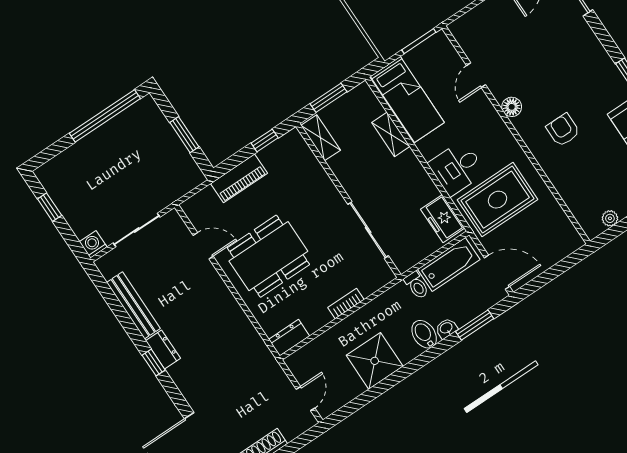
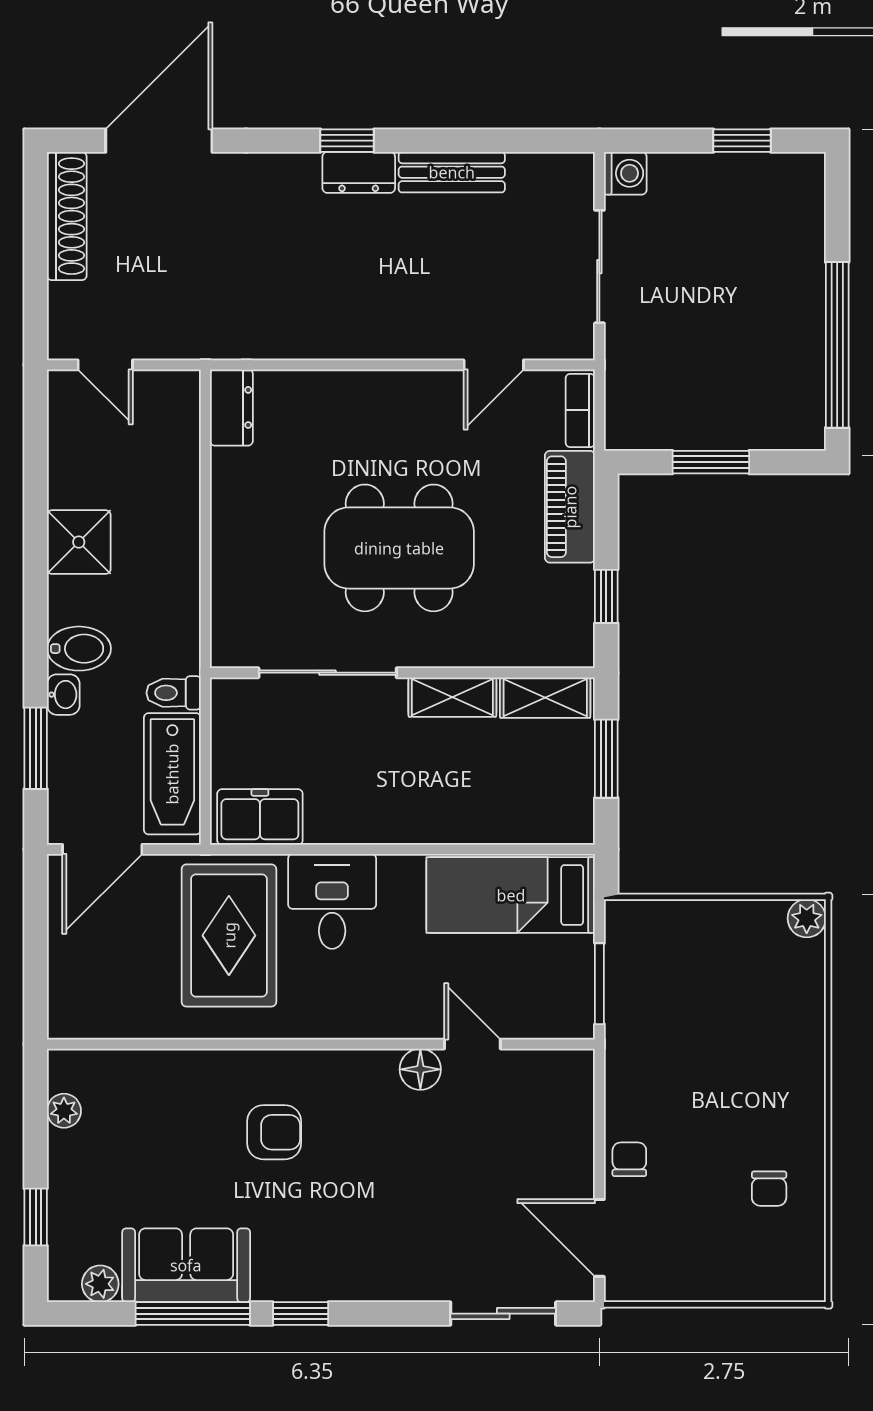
floor lamp: (512, 107) -> (420, 1069), moved
shelving: (391, 134) -> (452, 697), moved
dining table: (268, 256) -> (399, 548), moved, turned 90
bookcase: (346, 304) -> (580, 410), moved, turned 180
bench: (133, 305) -> (452, 172), width x0.73
shower: (375, 361) -> (79, 542), width x0.73, depth x0.73

